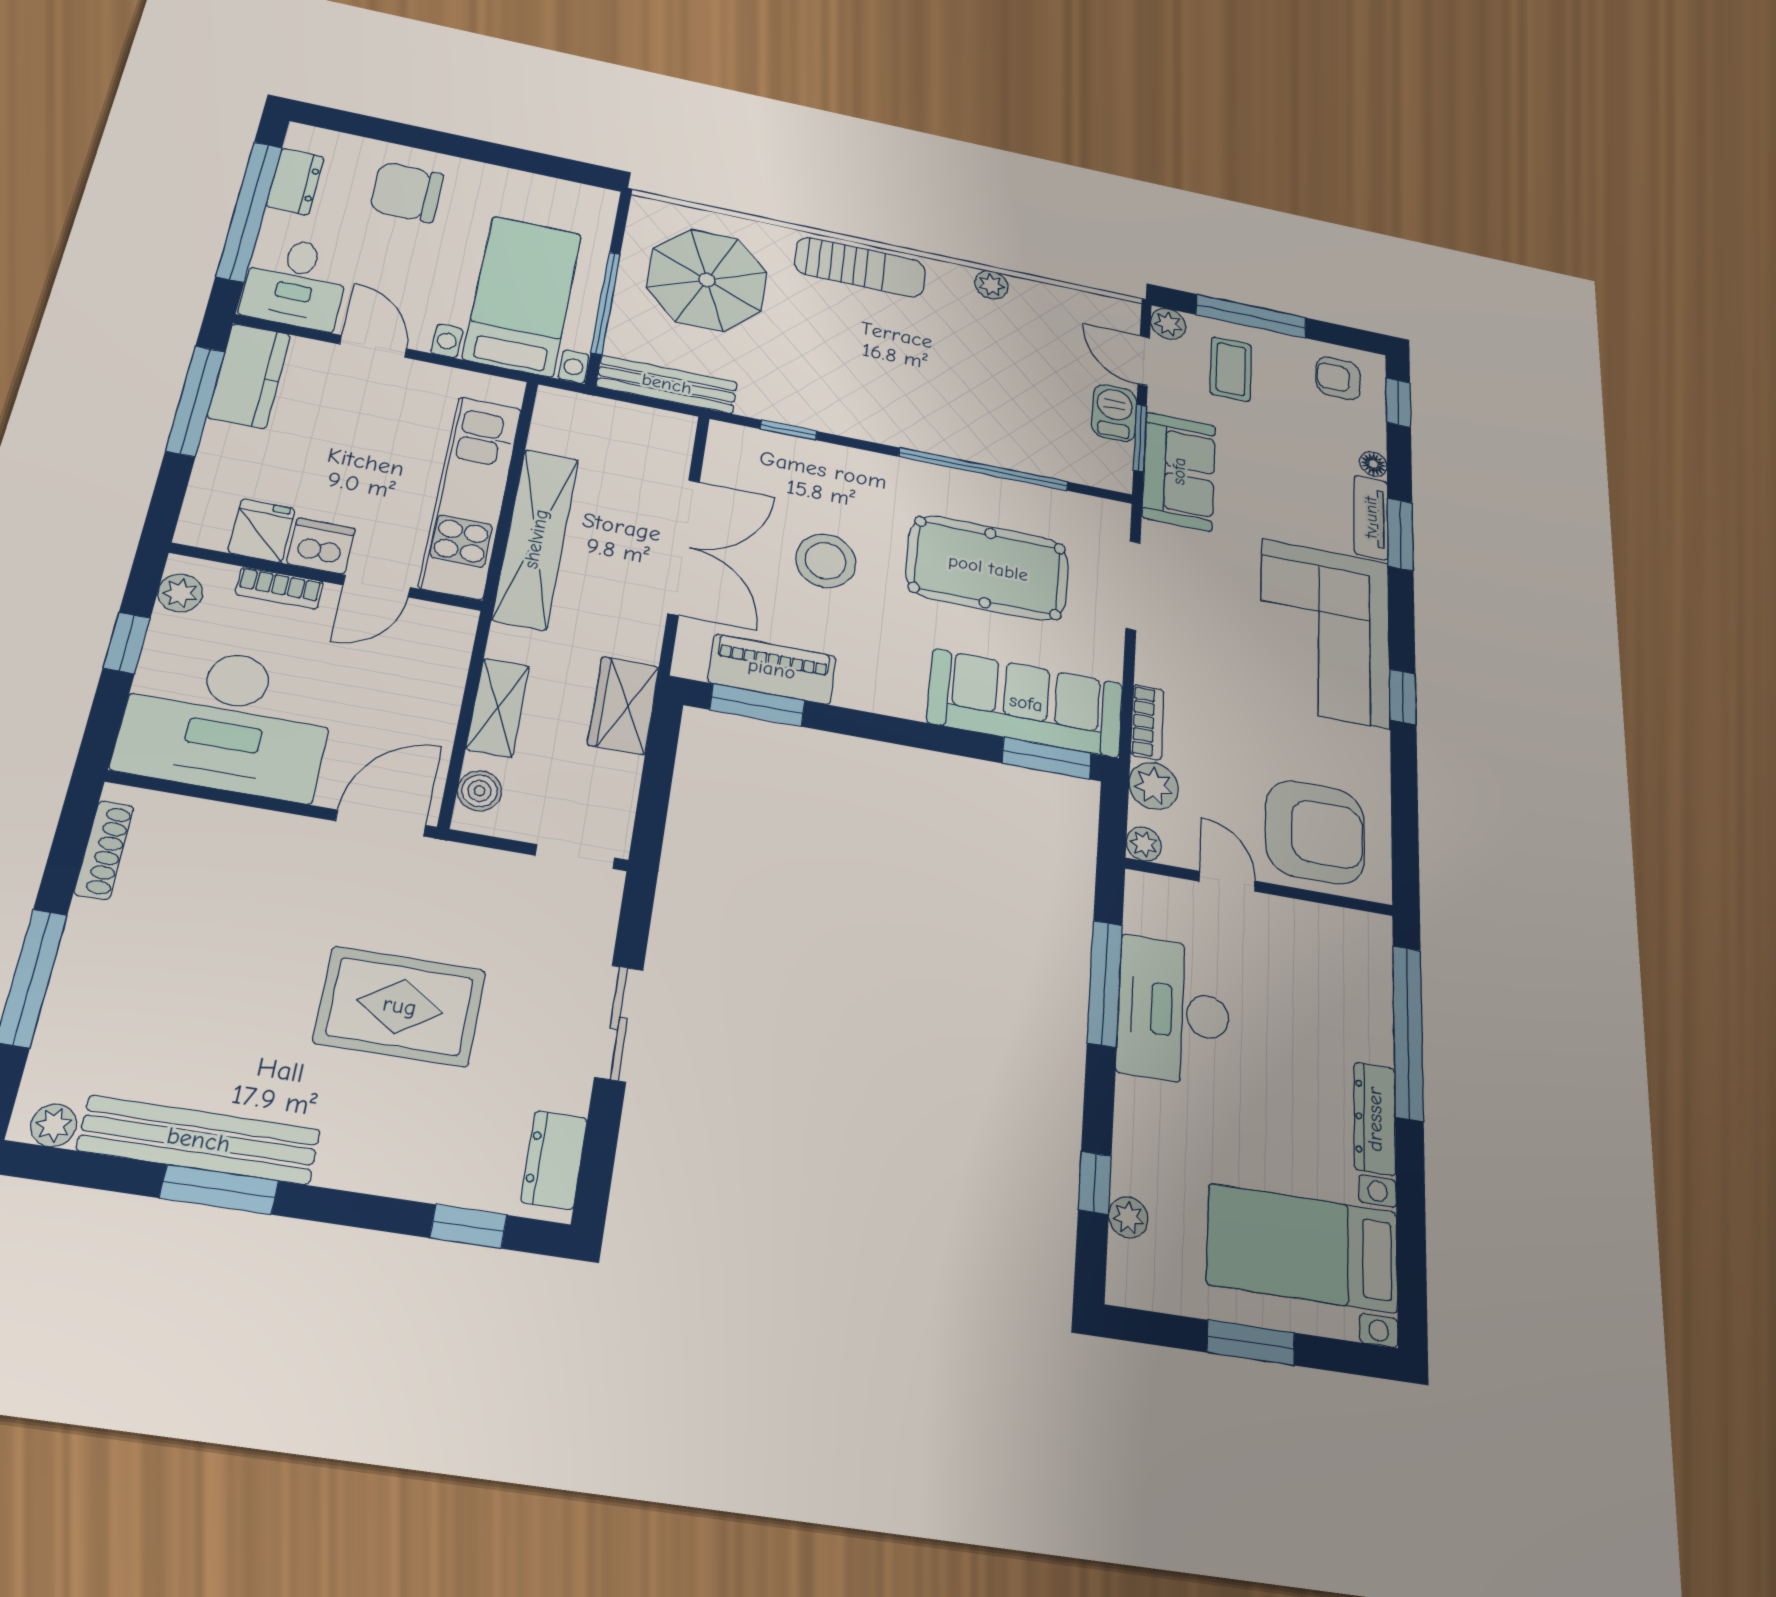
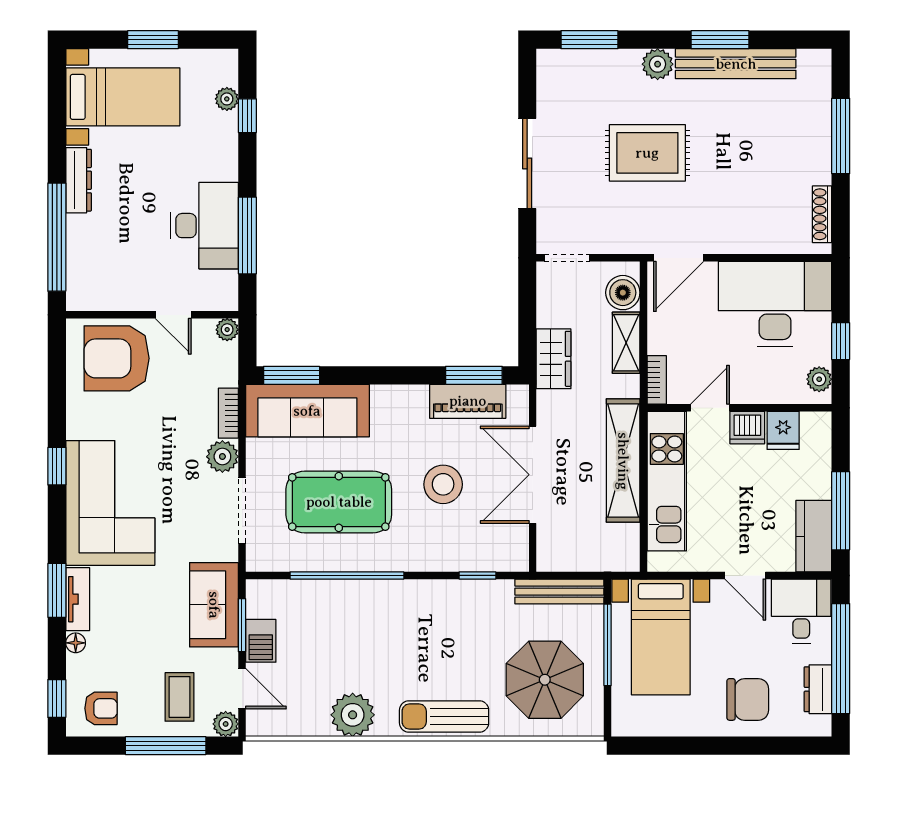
plant: (991, 285) -> (353, 715), width x1.88, depth x1.88
bookcase: (279, 588) -> (657, 380), moved, turned 90
plant: (1154, 786) -> (222, 457), moved
boiler: (479, 791) -> (623, 293), width x1.36, depth x1.36
sliding door: (619, 1023) -> (527, 164), width x1.37
plant: (54, 1125) -> (658, 64), moved, width x1.38, depth x1.38
dresser: (554, 1160) -> (551, 82), removed
window: (468, 1226) -> (589, 40), width x1.50

